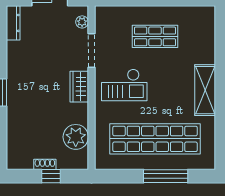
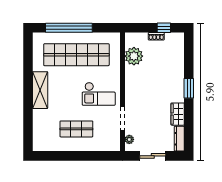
checkout: (124, 85) -> (99, 94), turned 180
wardrobe: (79, 87) -> (178, 114), moved, turned 180
window: (51, 176) -> (164, 28), moved
window: (166, 176) -> (69, 28), width x1.46

